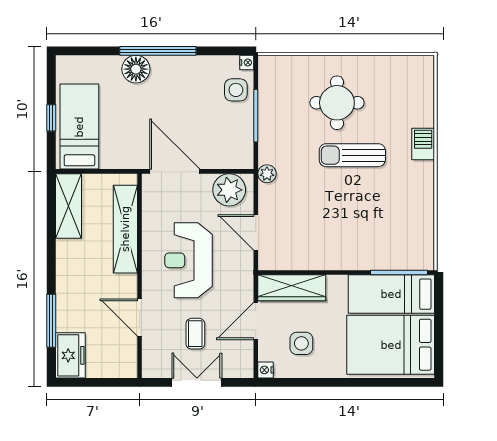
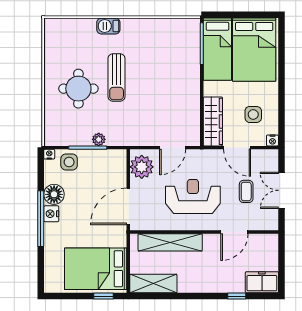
nightstand: (165, 65) -> (51, 214), added
floor lamp: (136, 69) -> (54, 194), moved
window: (51, 118) -> (103, 296), moved
bed: (79, 127) -> (96, 269), width x1.50
plant: (267, 174) -> (99, 139), moved
reception desk: (188, 260) -> (193, 196), turned 180
window: (51, 321) -> (237, 296), width x0.46
coffee table: (195, 334) -> (246, 191), turned 90

